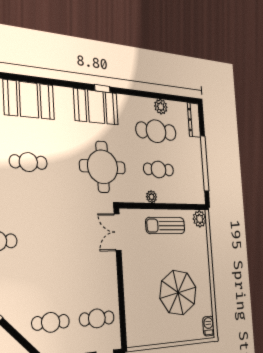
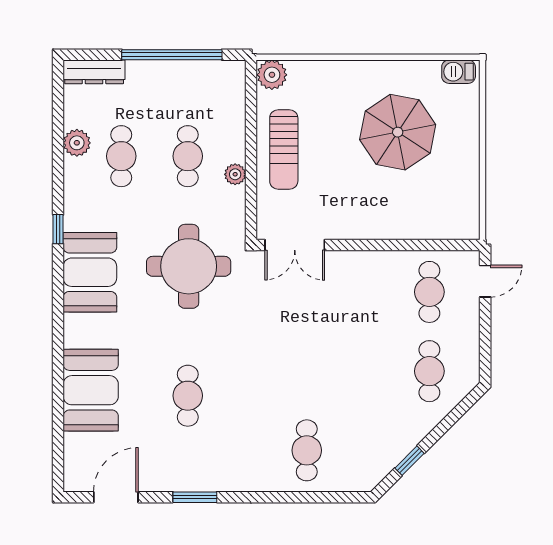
window: (102, 89) -> (58, 229), moved
cafe table: (156, 131) -> (121, 156), width x0.73, depth x0.74

